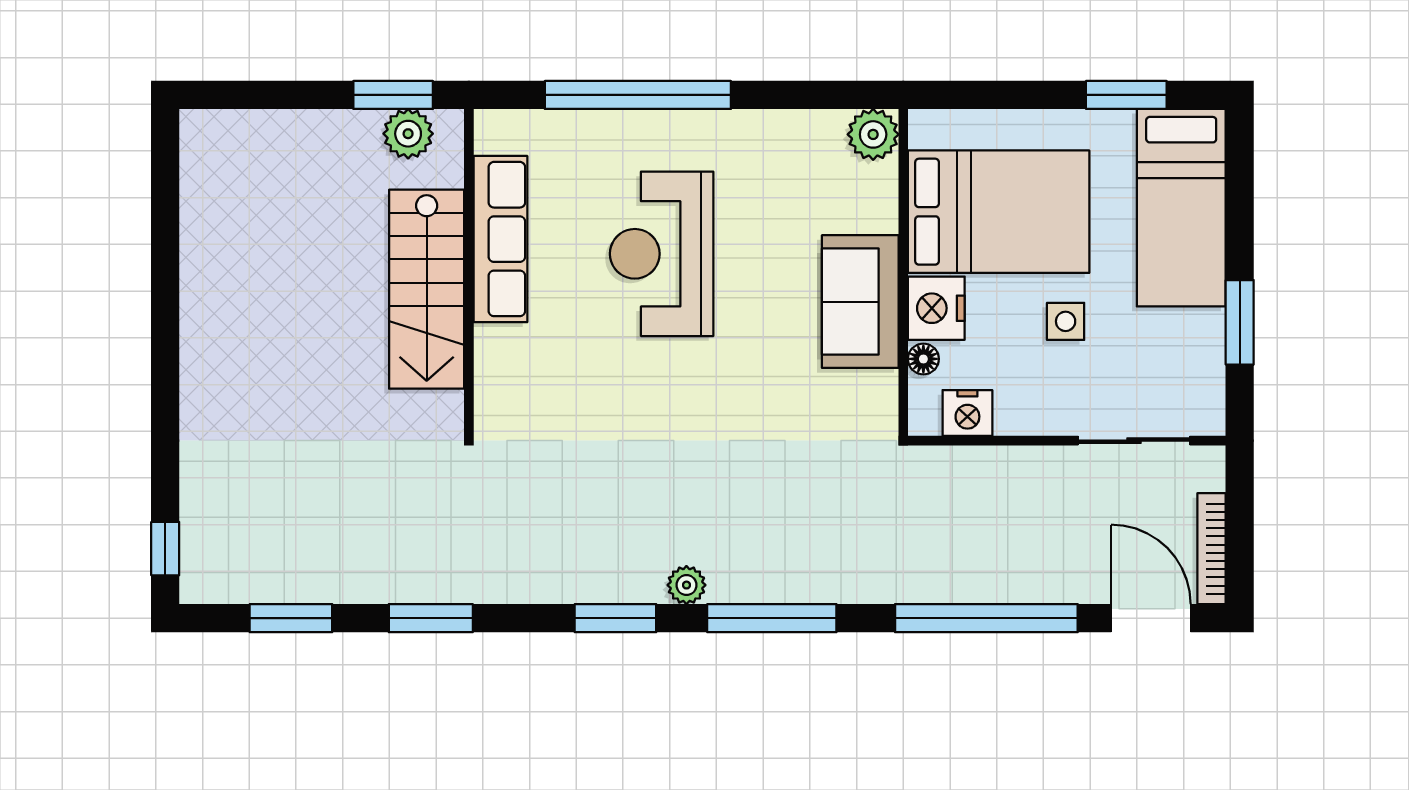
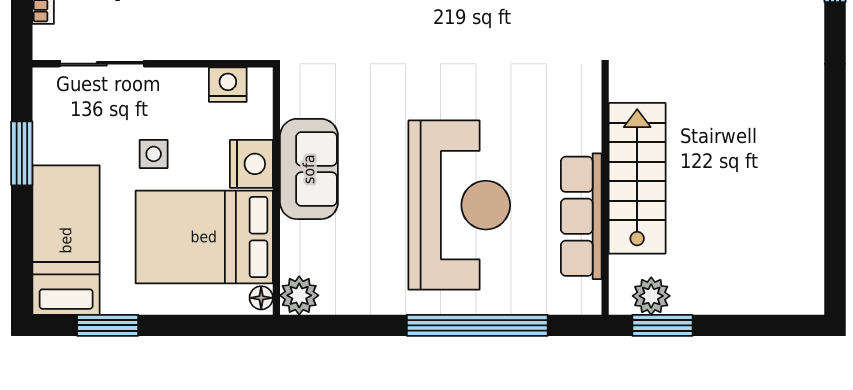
reception desk: (662, 254) -> (459, 205), width x1.36, depth x1.30
floor lamp: (923, 359) -> (261, 298), moved

